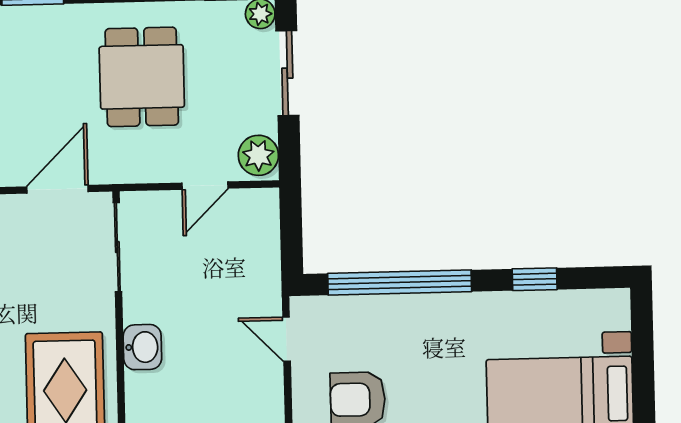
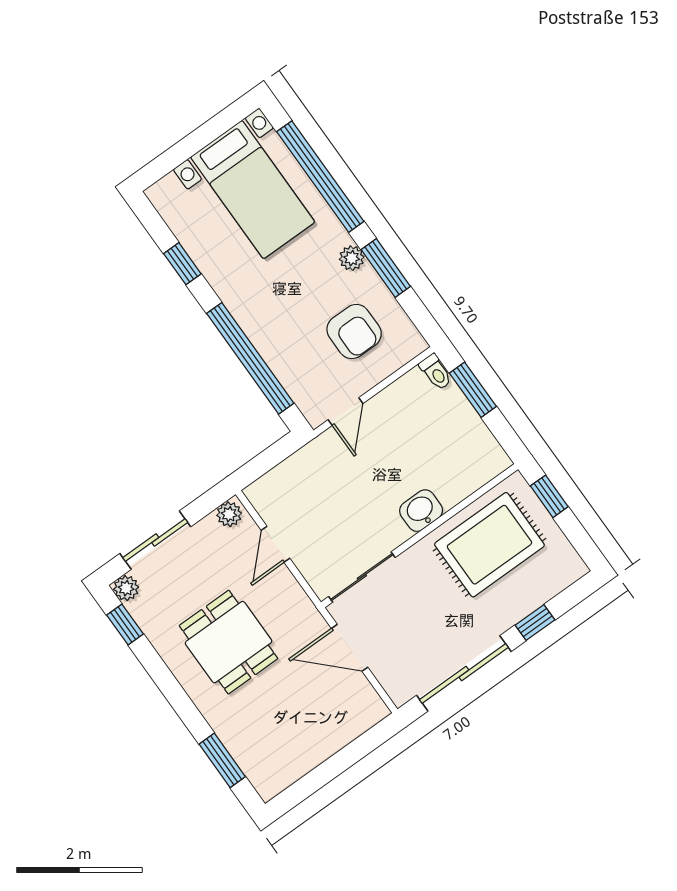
dining table: (142, 77) -> (229, 642), turned 90
plant: (258, 155) -> (229, 514), width x0.73, depth x0.73
door: (205, 186) -> (275, 544), swing flipped

